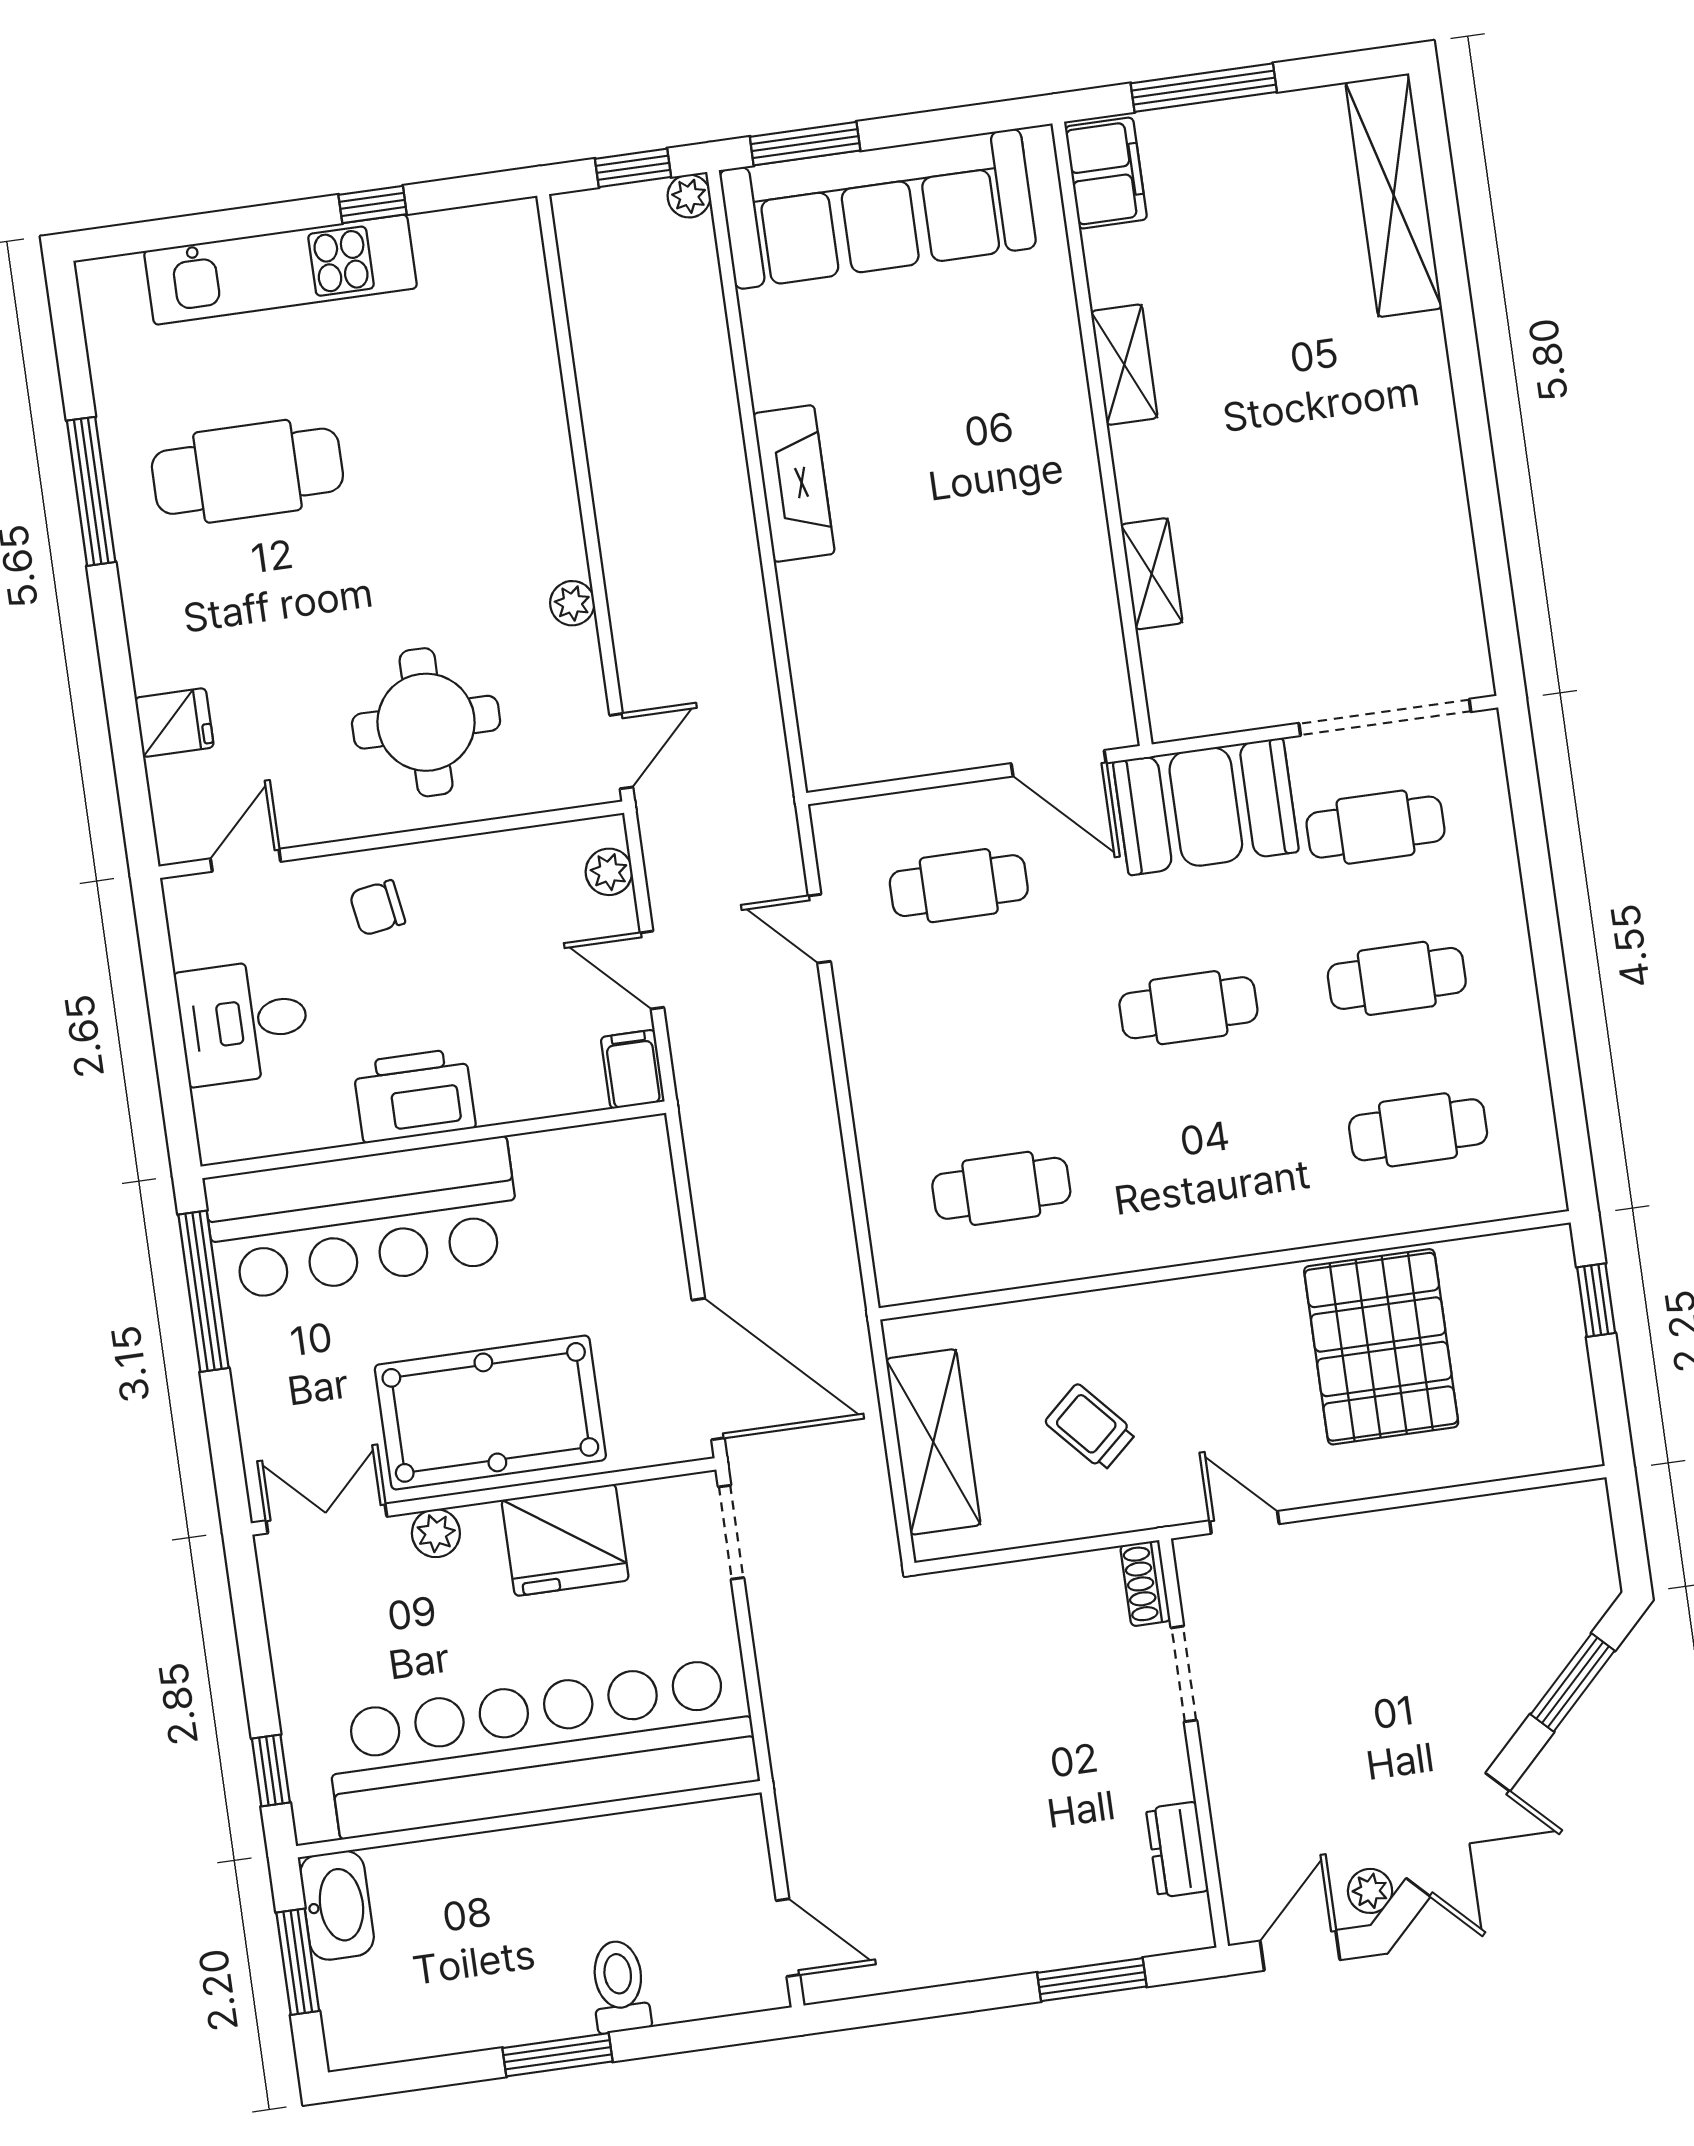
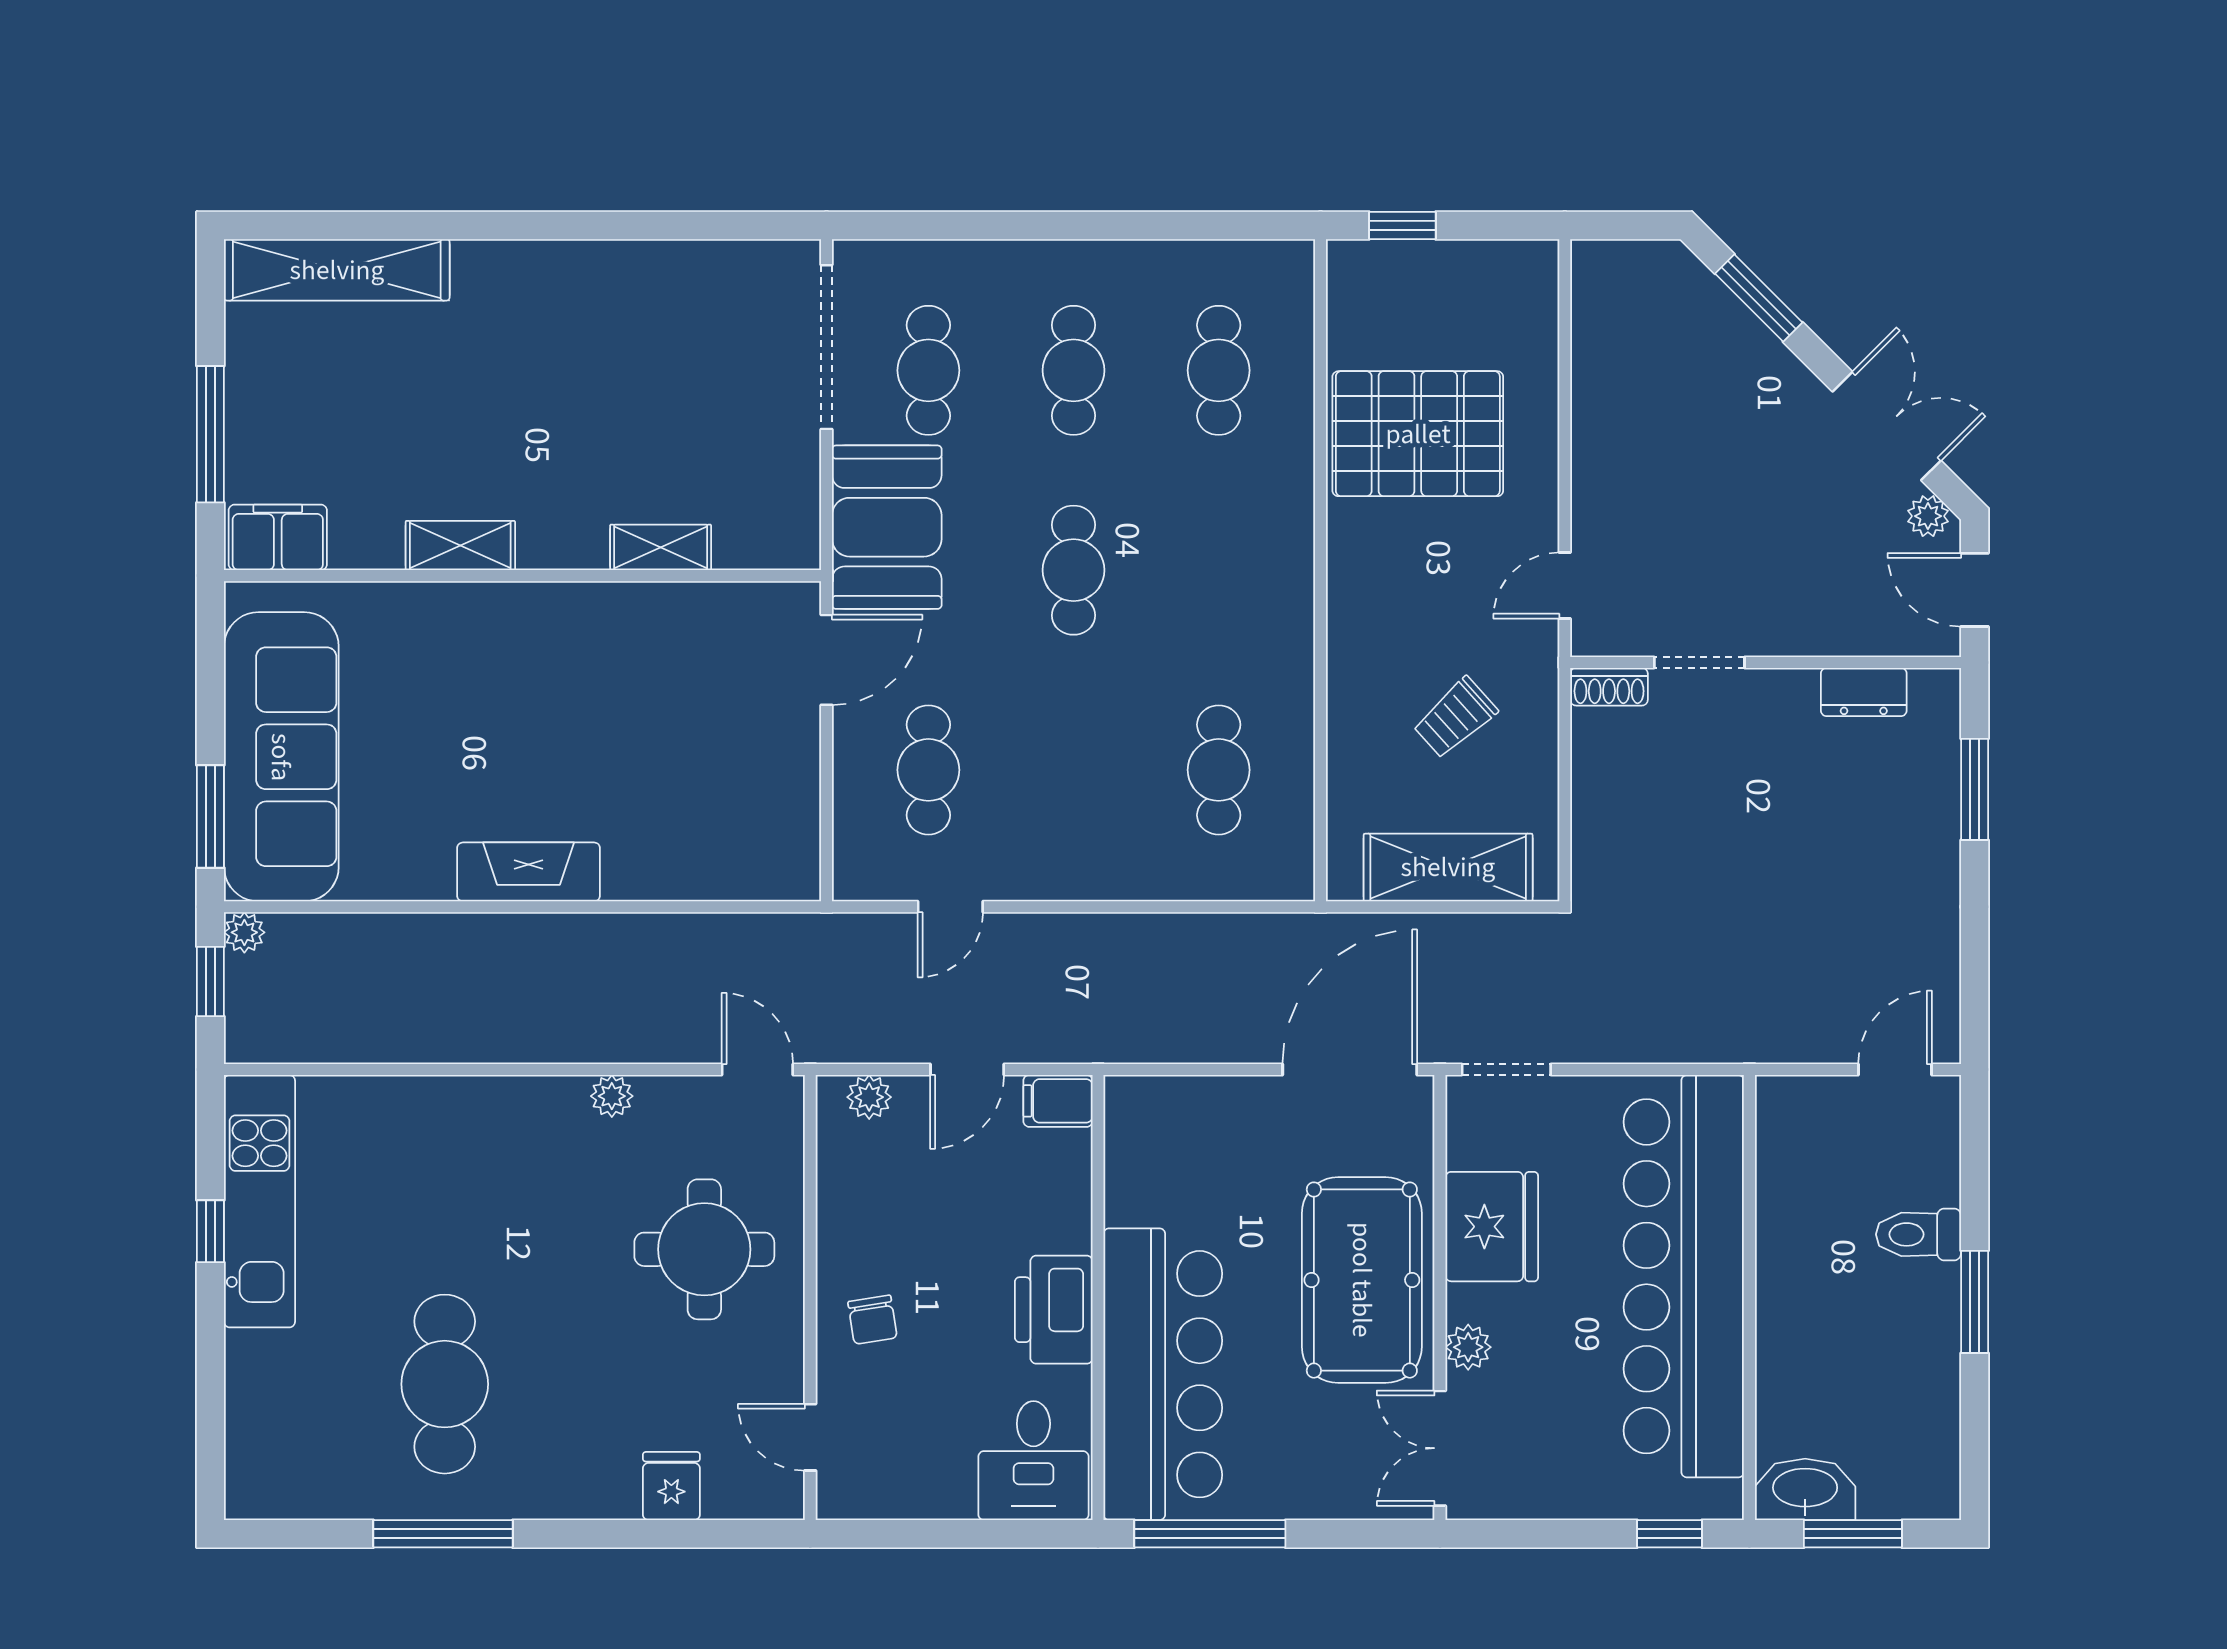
kitchen unit: (281, 270) -> (260, 1201), moved
desk: (243, 1022) -> (1033, 1461), moved

